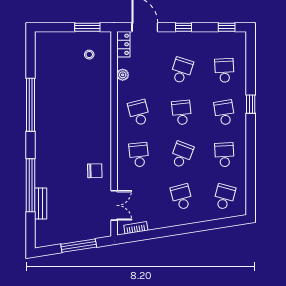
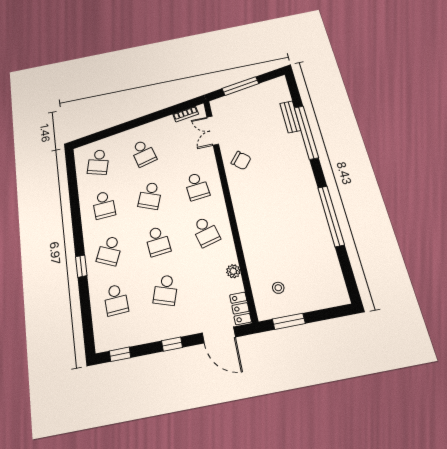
school desk: (224, 113) -> (110, 251), turned 33
chair: (95, 171) -> (241, 160), turned -139

